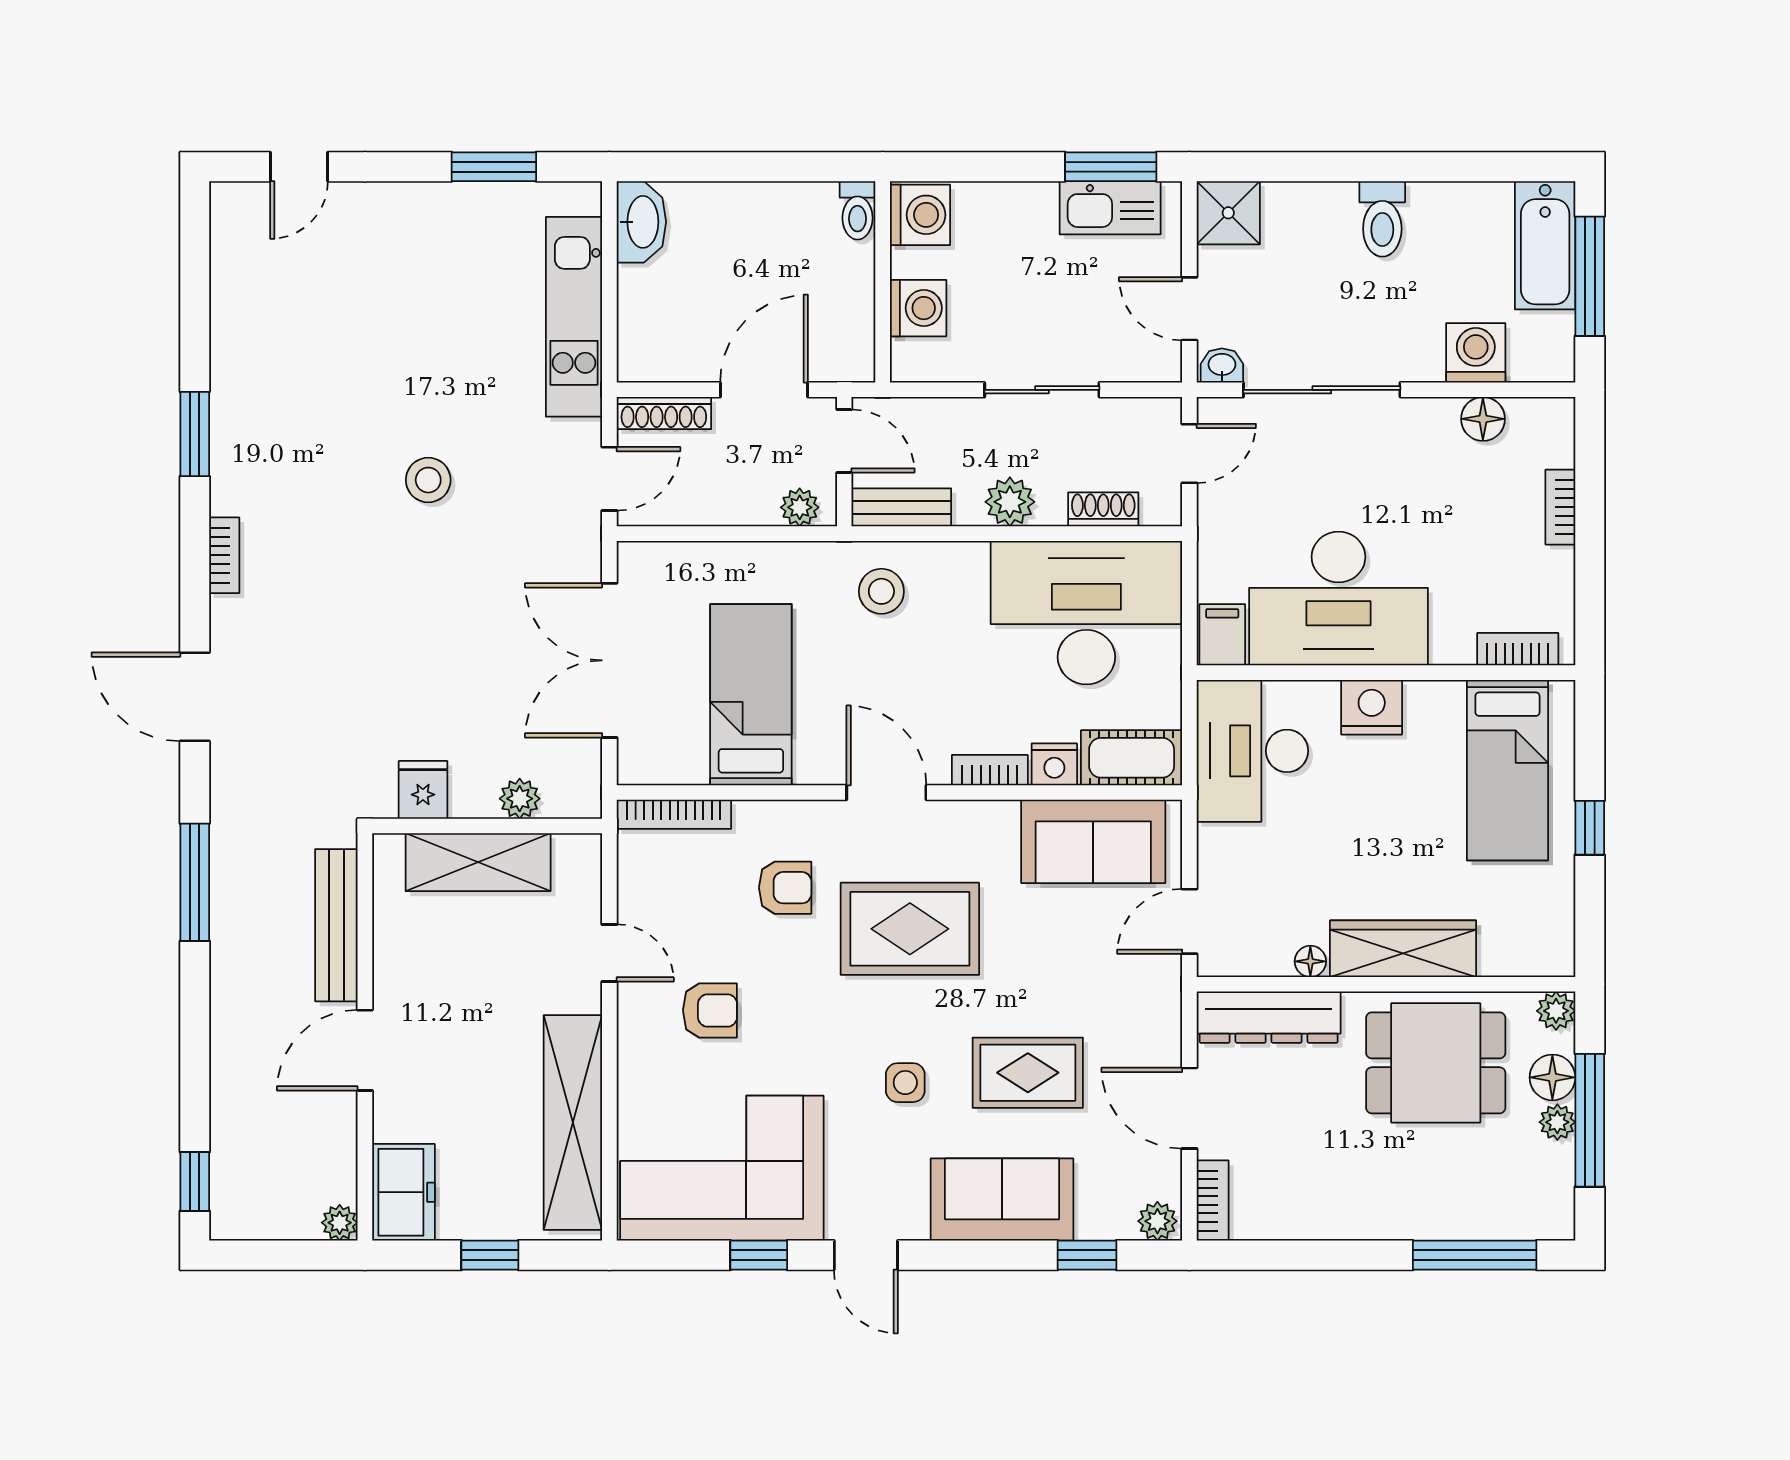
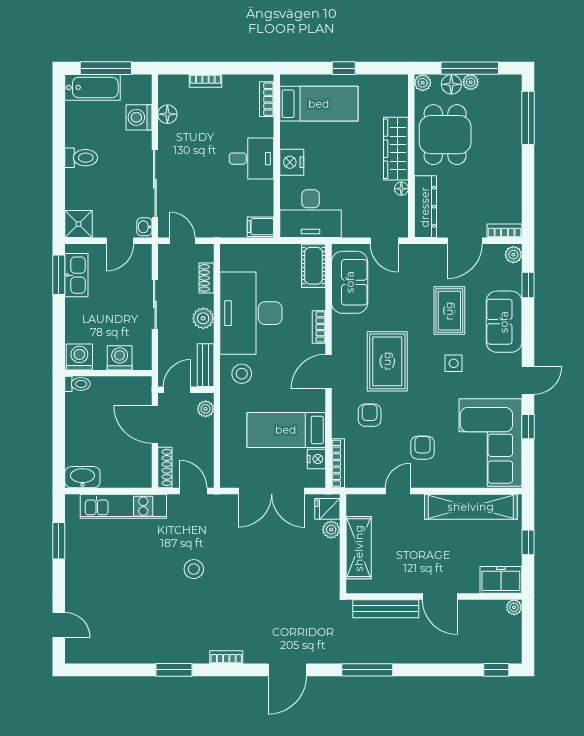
desk: (1338, 598) -> (252, 159), width x0.53, depth x0.77
desk: (1086, 613) -> (251, 313), moved
nightstand: (1054, 764) -> (316, 459), moved
fridge: (423, 790) -> (327, 509), moved

